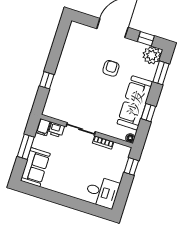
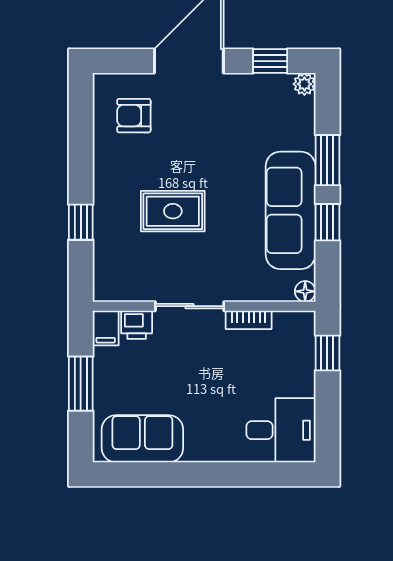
plant: (152, 55) -> (304, 84), width x0.53, depth x0.53
armchair: (111, 68) -> (134, 116), moved, turned -90
window: (161, 73) -> (327, 160), moved
rug: (86, 88) -> (173, 211), added
sofa: (35, 167) -> (142, 439), moved, turned -90

